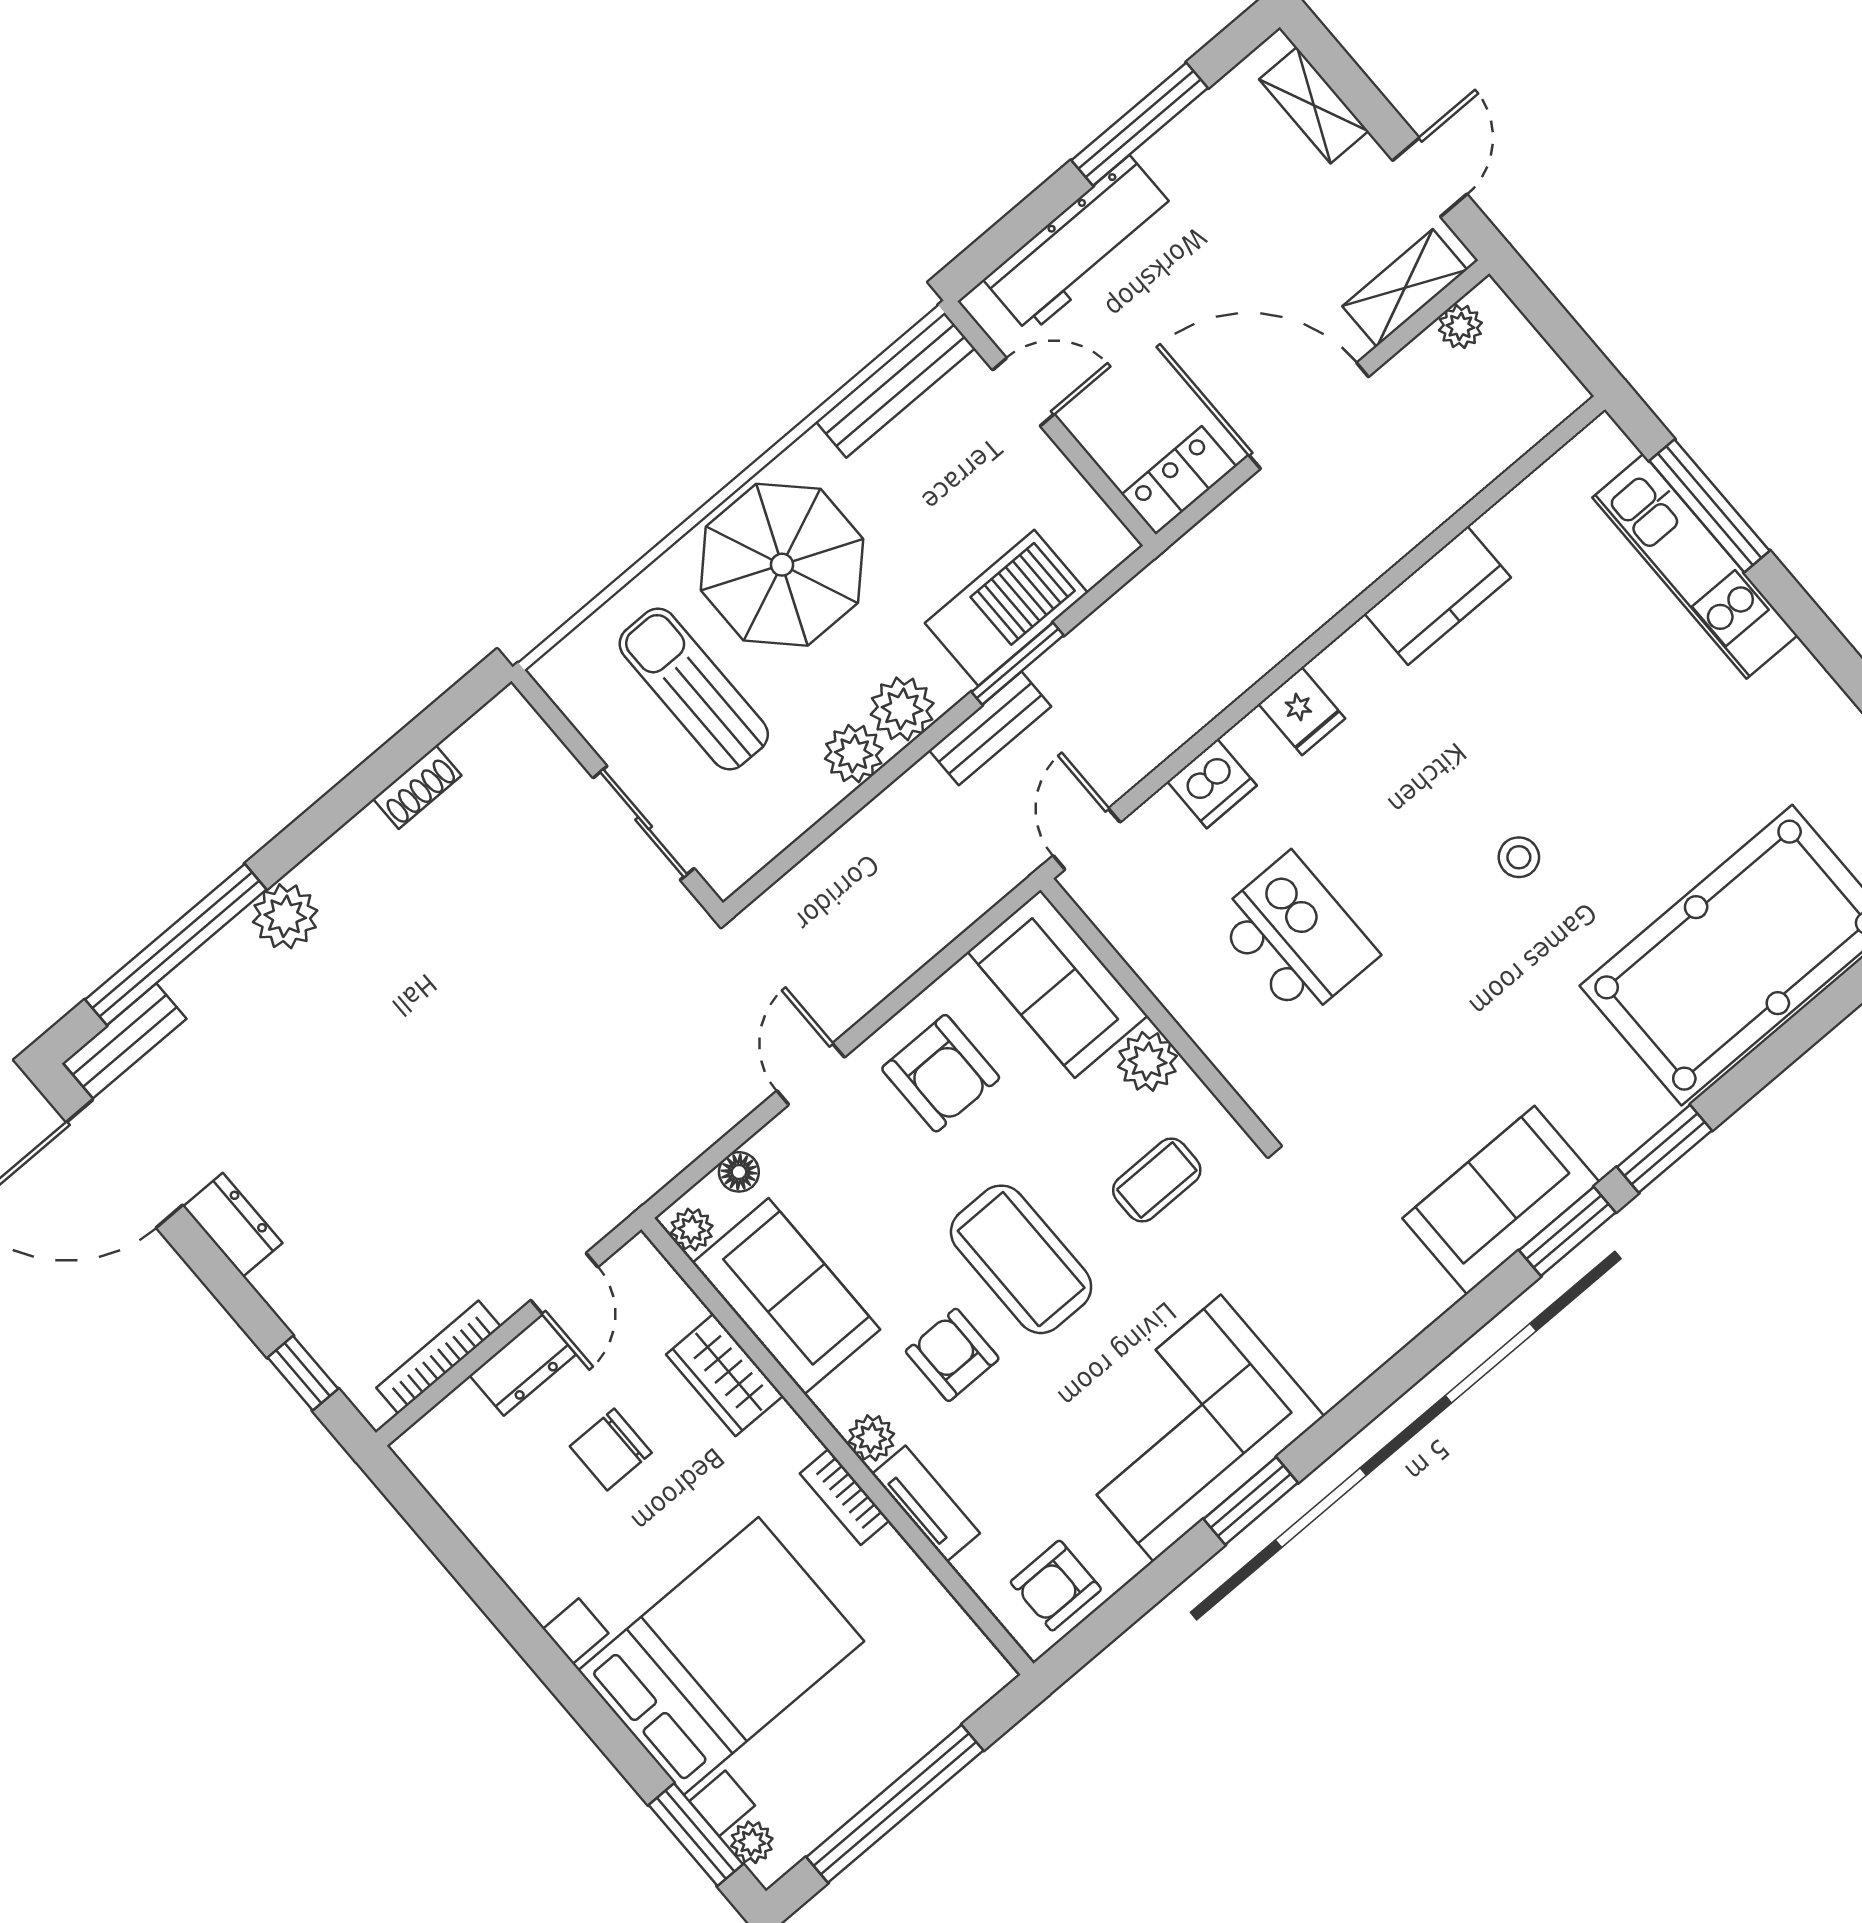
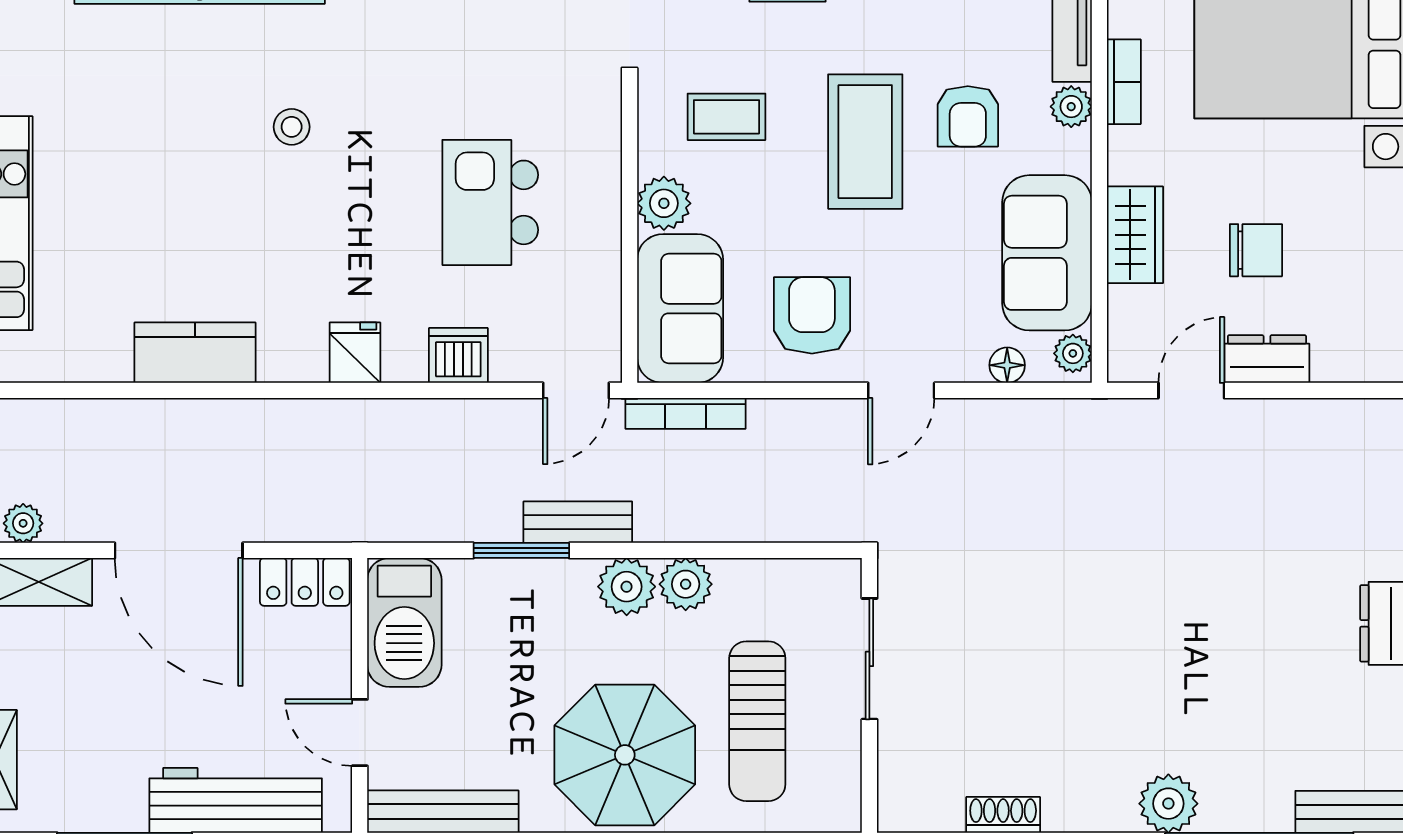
barbecue: (1006, 608) -> (404, 622), moved, turned -90
bookcase: (438, 1357) -> (685, 413), moved

